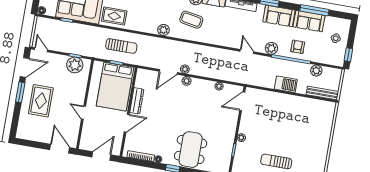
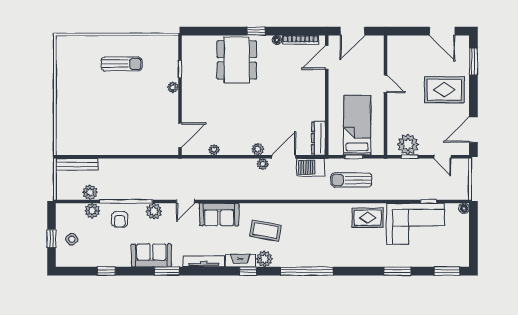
window: (314, 10) -> (106, 271), width x0.46
sofa: (309, 21) -> (219, 214), moved, turned 180
plant: (163, 30) -> (92, 211), moved
door: (41, 50) -> (442, 157), moved
door: (247, 52) -> (185, 201), hinge flipped
window: (348, 55) -> (52, 239), moved
barbecue: (286, 84) -> (311, 167), moved
bed: (115, 87) -> (357, 125), width x0.67
window: (20, 92) -> (473, 61), moved
rug: (41, 101) -> (444, 90), turned 90
dresser: (137, 101) -> (318, 138), moved
door: (127, 123) -> (327, 57), moved
door: (60, 149) -> (442, 31), moved

